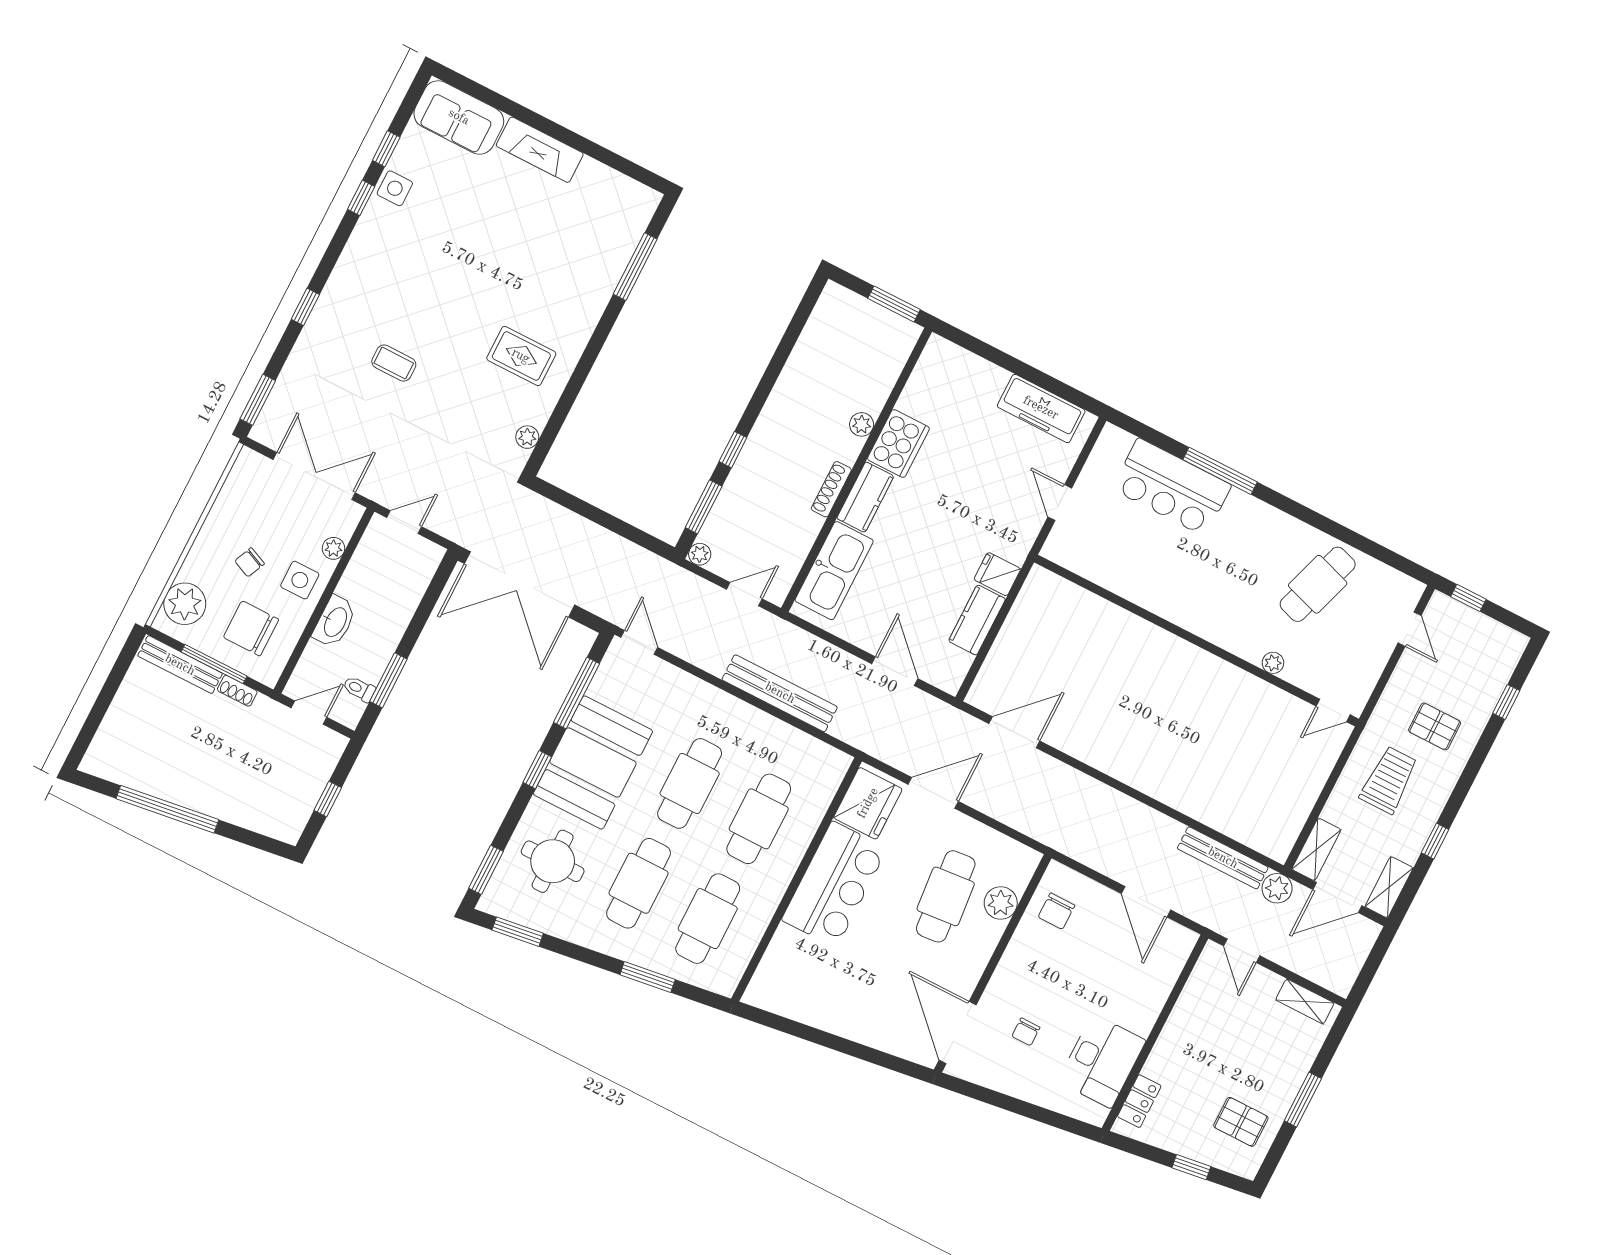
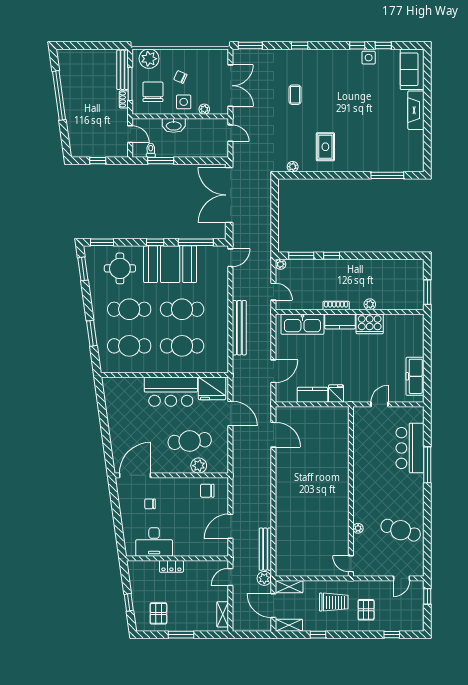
locker: (1139, 1101) -> (171, 566), moved

